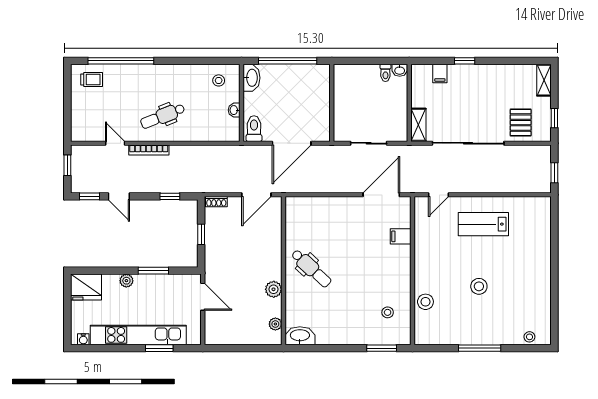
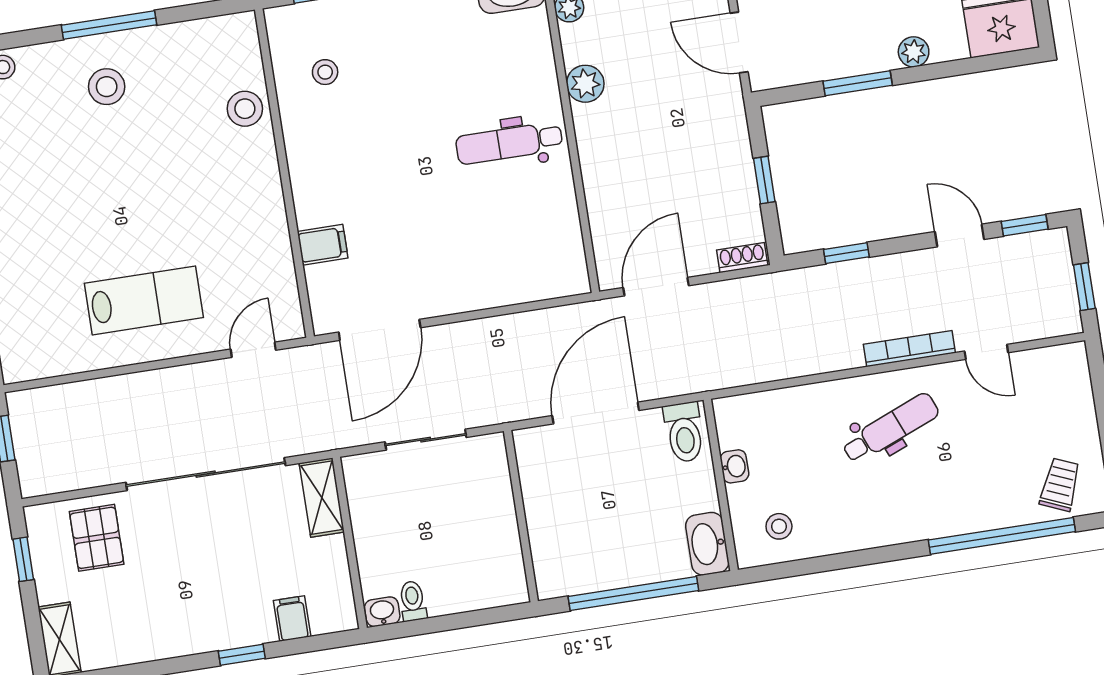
trolley: (92, 79) -> (1060, 485), turned 113
dental chair: (311, 268) -> (509, 143), turned -43
stool: (479, 286) -> (107, 87), moved

